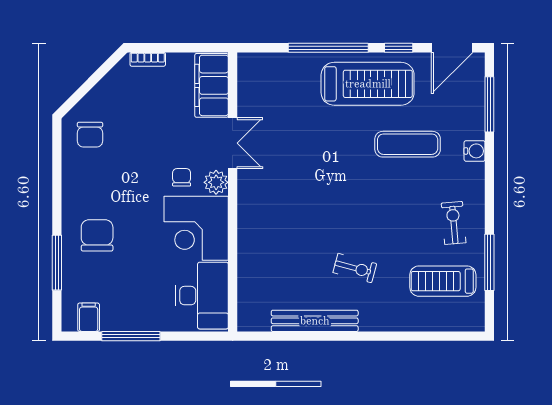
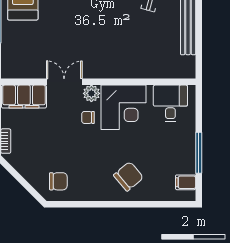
chair: (97, 235) -> (128, 176), turned 140
window: (57, 263) -> (147, 204), removed
desk: (202, 296) -> (170, 103), width x0.73

